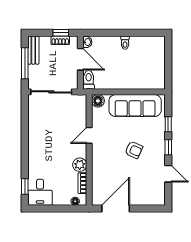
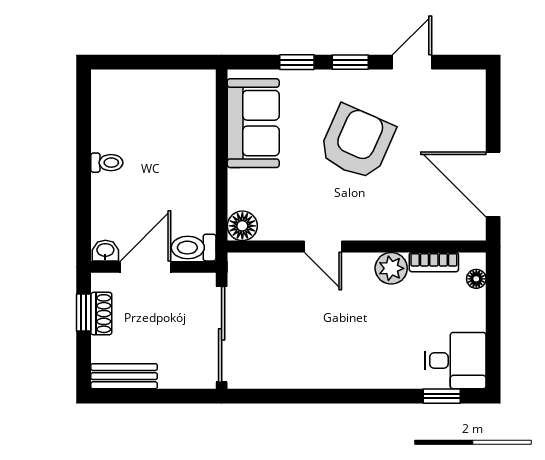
window: (25, 63) -> (155, 396), removed
sofa: (135, 106) -> (253, 123), width x0.73
armchair: (134, 150) -> (357, 142), width x1.88, depth x1.88

